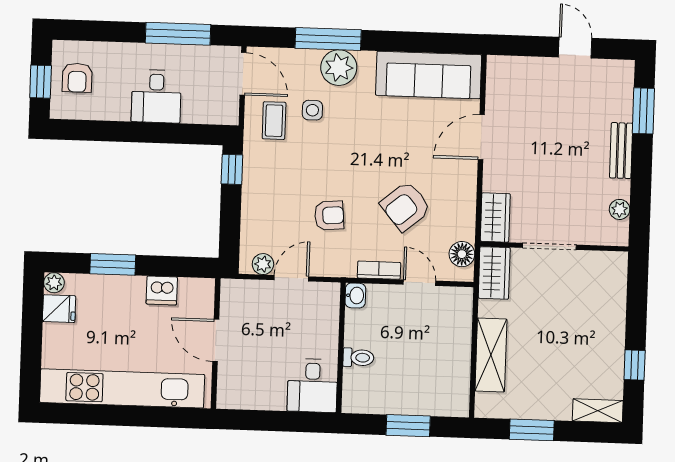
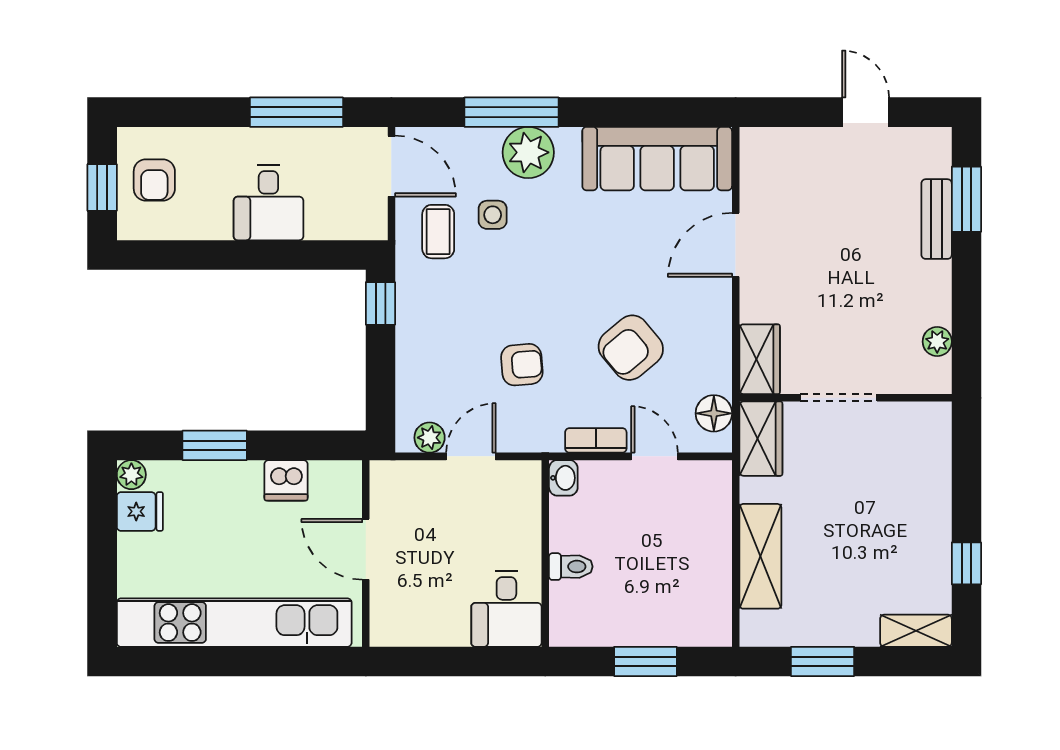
bench: (621, 151) -> (937, 219), moved

